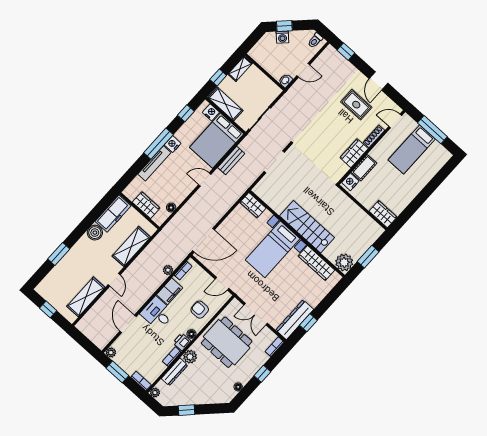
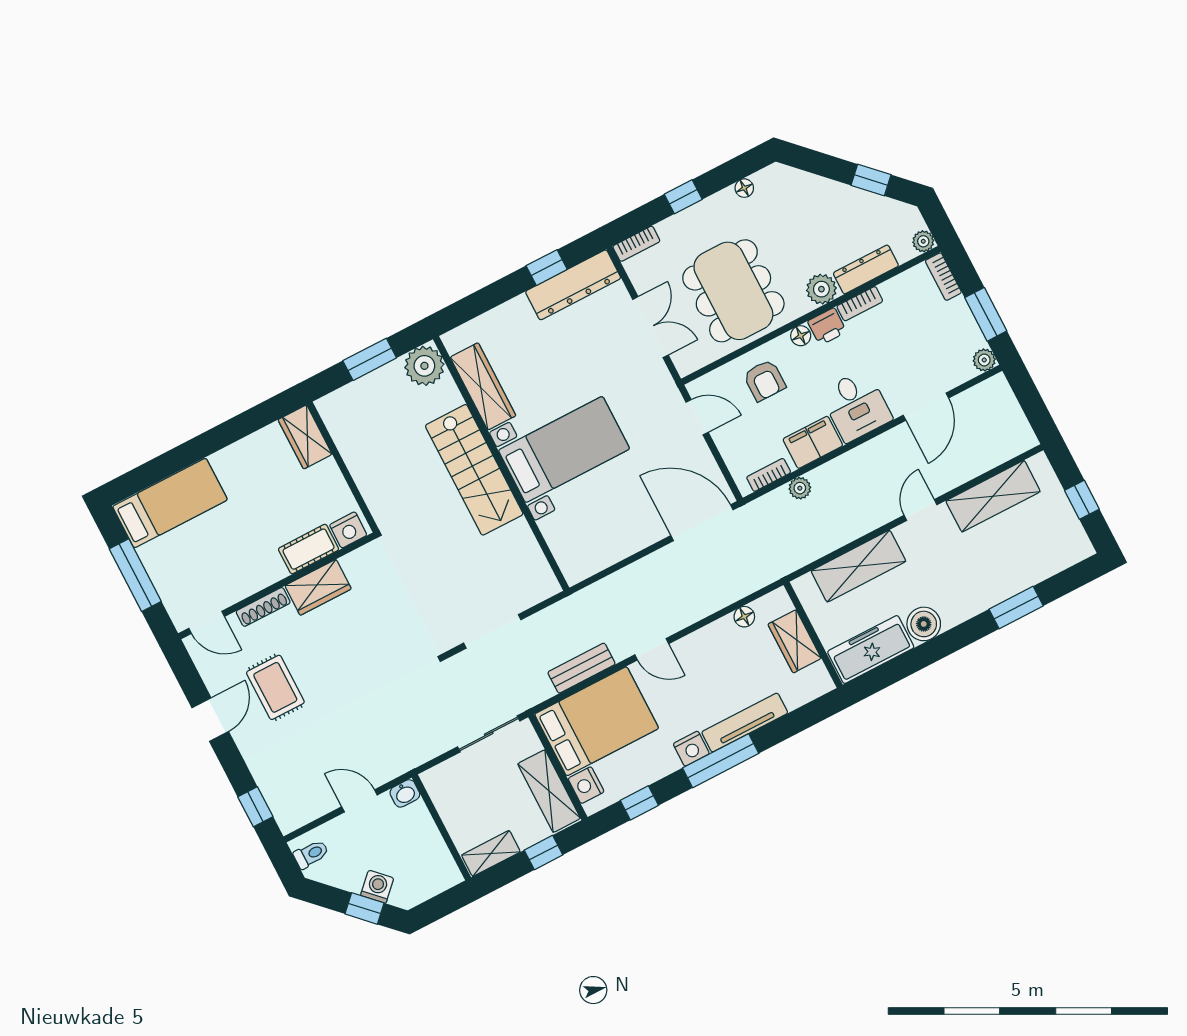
bed: (412, 149) -> (170, 503), moved
wardrobe: (253, 205) -> (571, 557), removed

